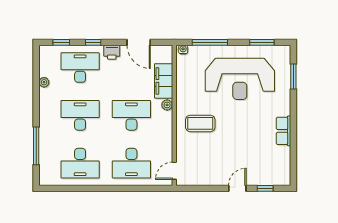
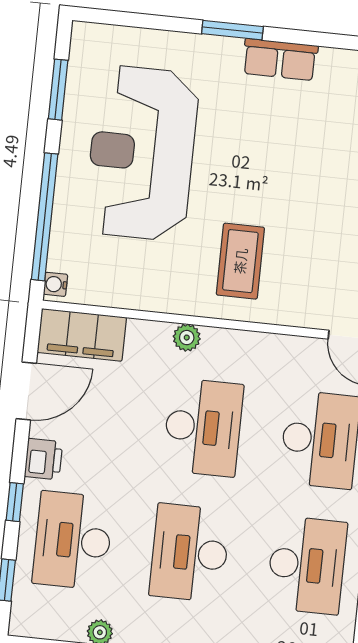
window: (210, 42) -> (45, 217), width x1.46
window: (293, 77) -> (232, 30), moved
reception desk: (240, 79) -> (142, 153), turned 180
filing cabinet: (164, 81) -> (82, 335), moved
desk: (131, 115) -> (203, 427), turned 180

